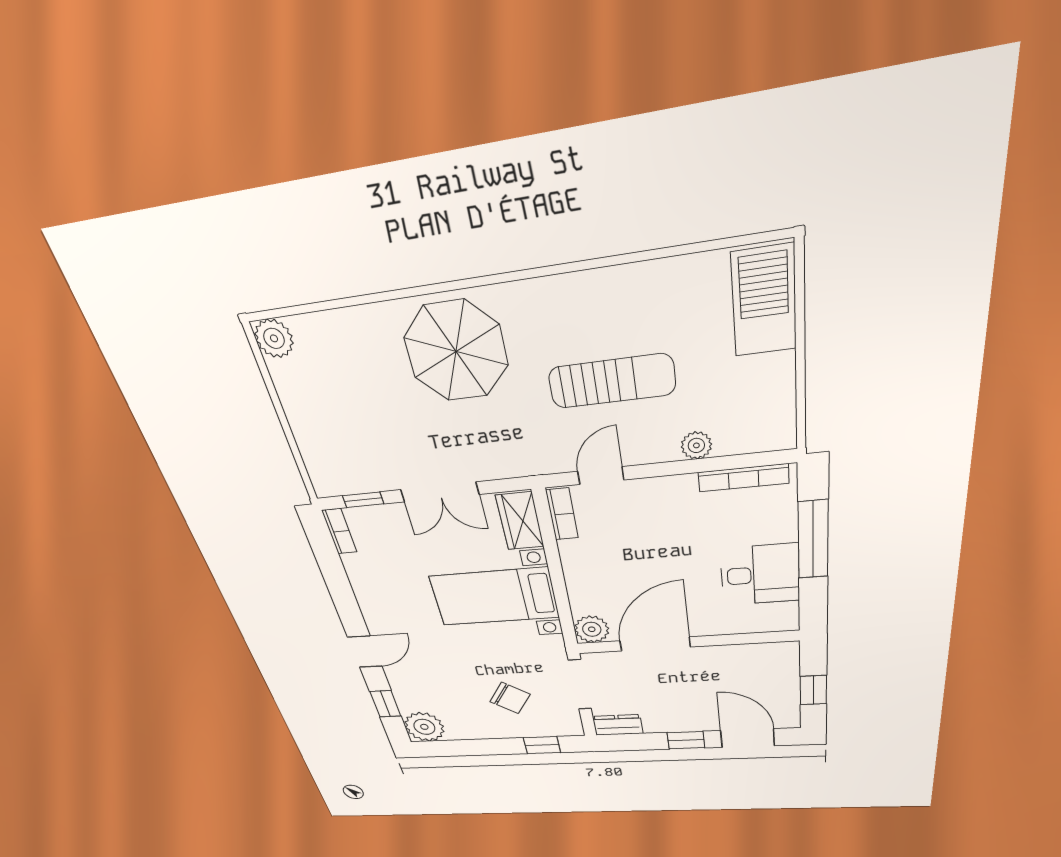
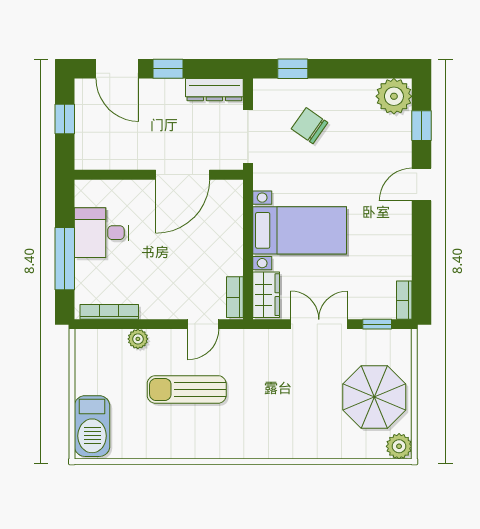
parasol: (456, 351) -> (374, 397), moved
plant: (592, 629) -> (230, 193), removed
dresser: (618, 725) -> (214, 90), width x1.44

